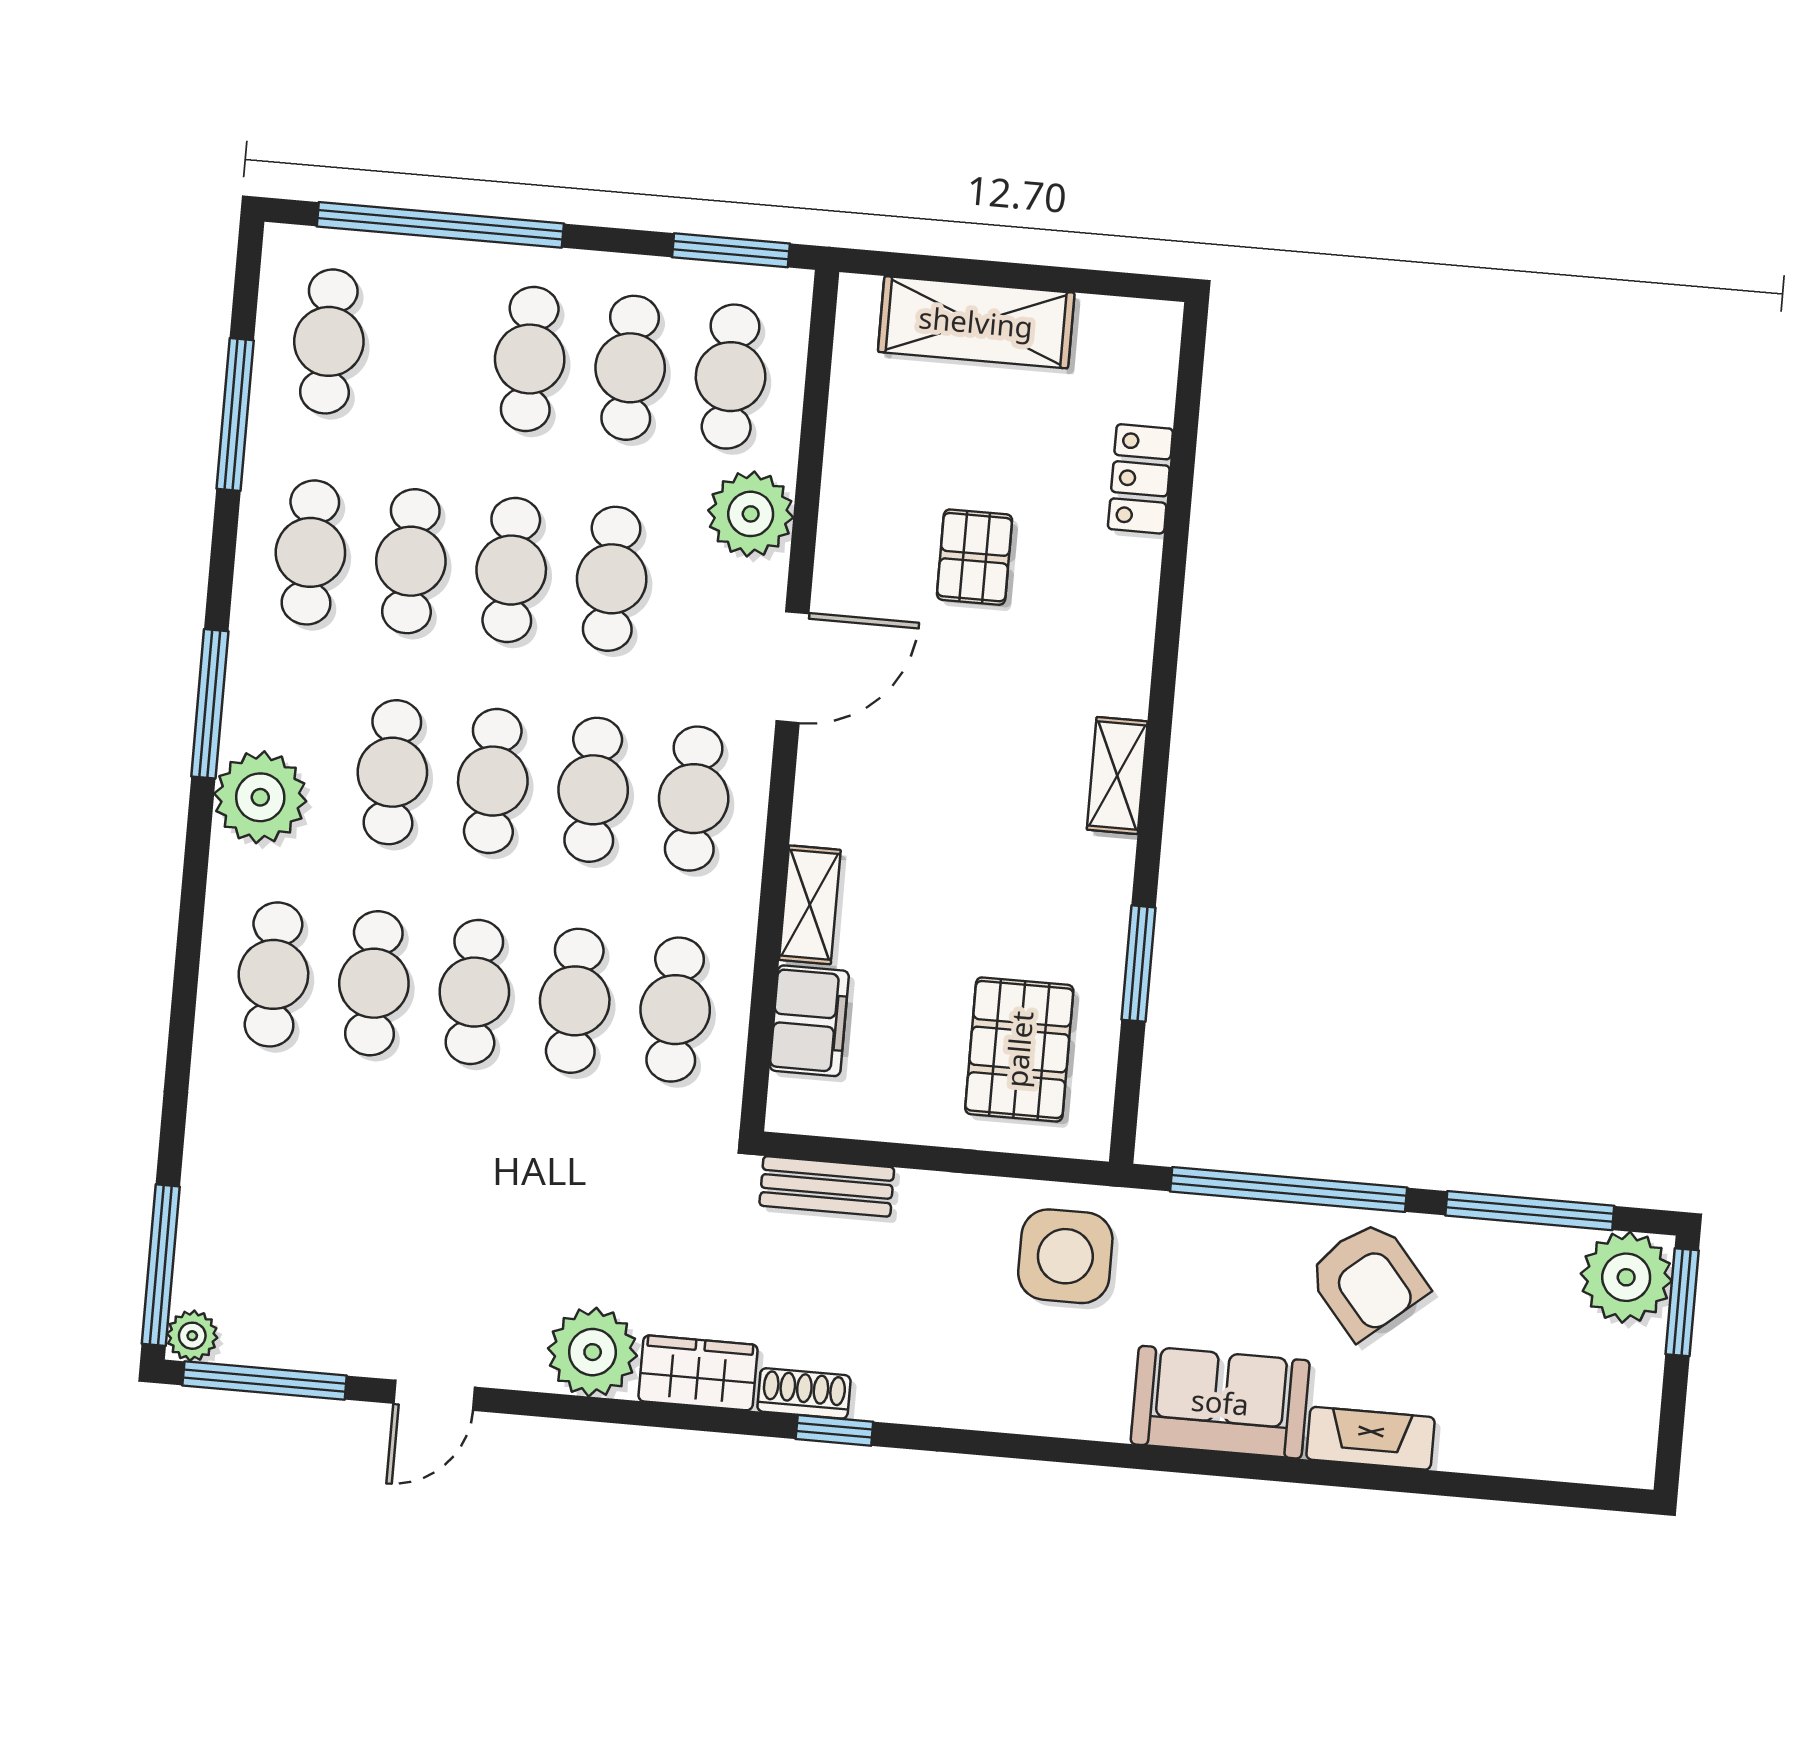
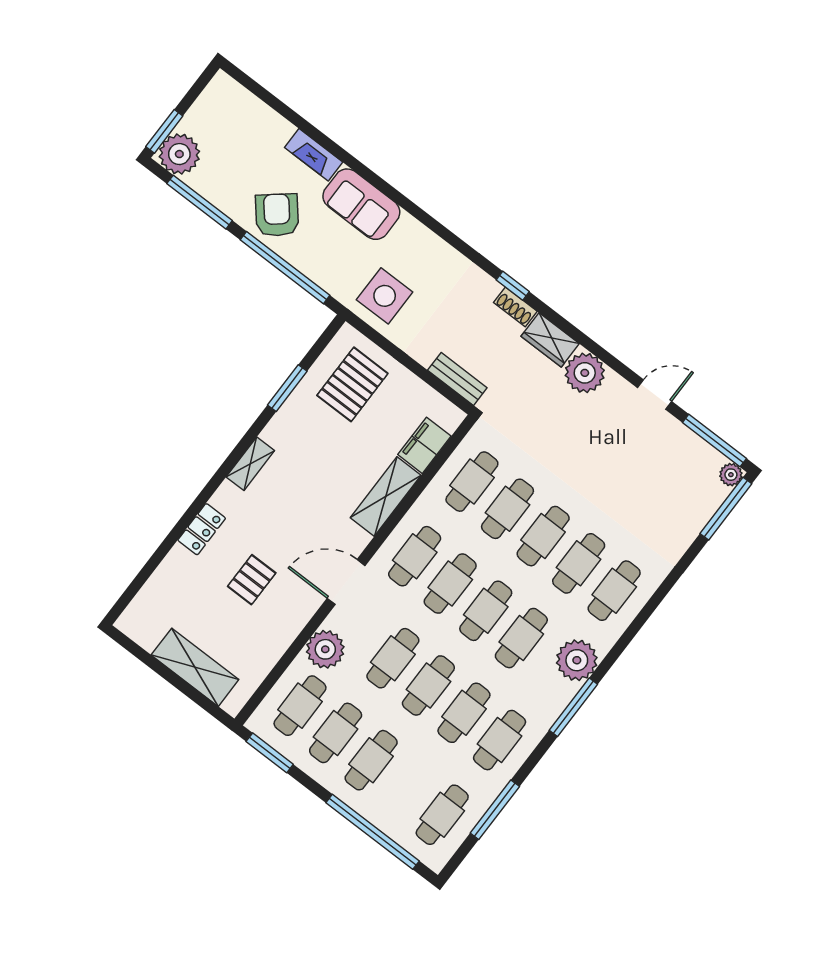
locker: (1140, 479) -> (202, 529), moved
shelving: (810, 905) -> (386, 496), width x1.50, depth x1.33

